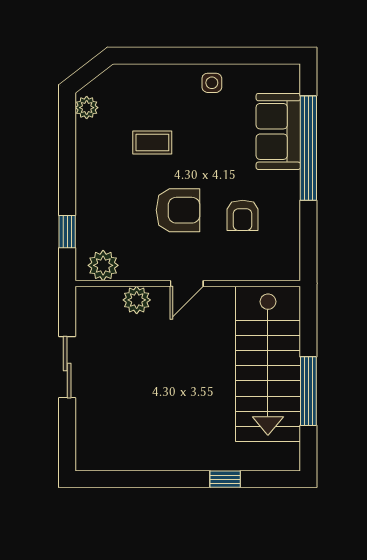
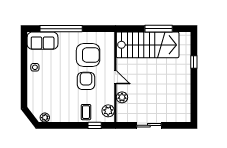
sofa: (278, 131) -> (43, 41), moved
coffee table: (152, 143) -> (86, 112), moved
armchair: (243, 215) -> (88, 55), width x1.88, depth x1.88

